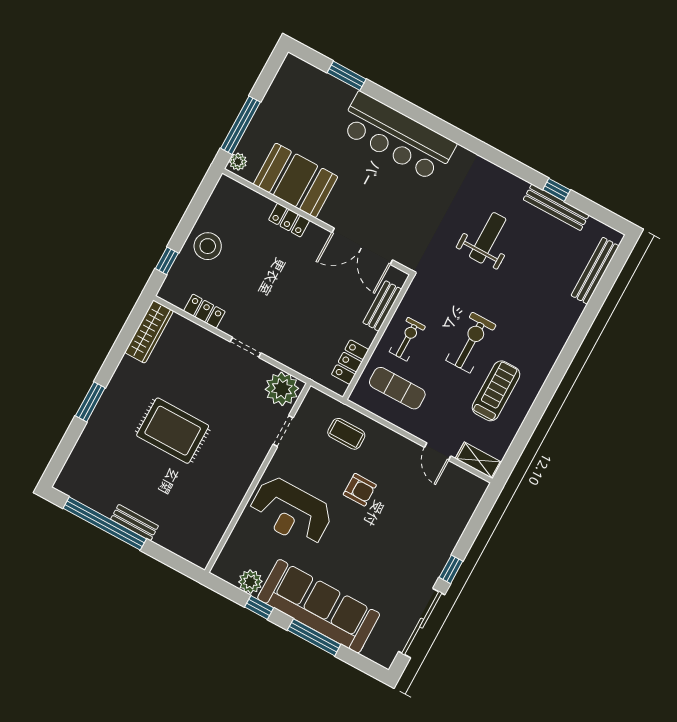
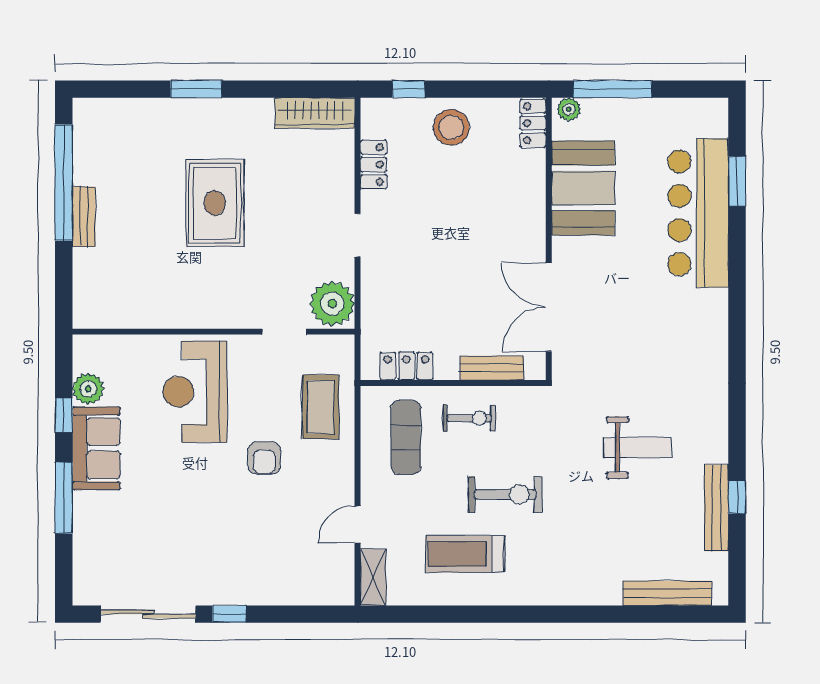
bar counter: (397, 137) -> (698, 213), moved
locker: (289, 220) -> (533, 123), moved
treadmill: (496, 391) -> (465, 554), turned 180
coffee table: (346, 434) -> (321, 407), width x1.36, depth x1.30
sofa: (319, 606) -> (96, 448), width x0.54, depth x0.79

